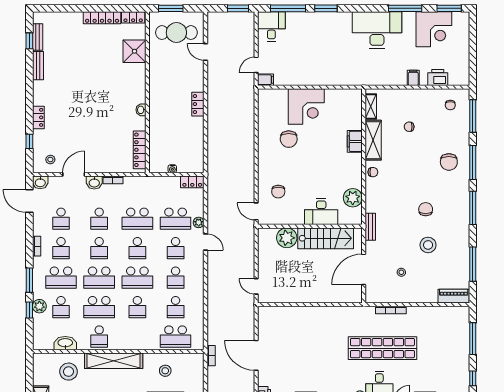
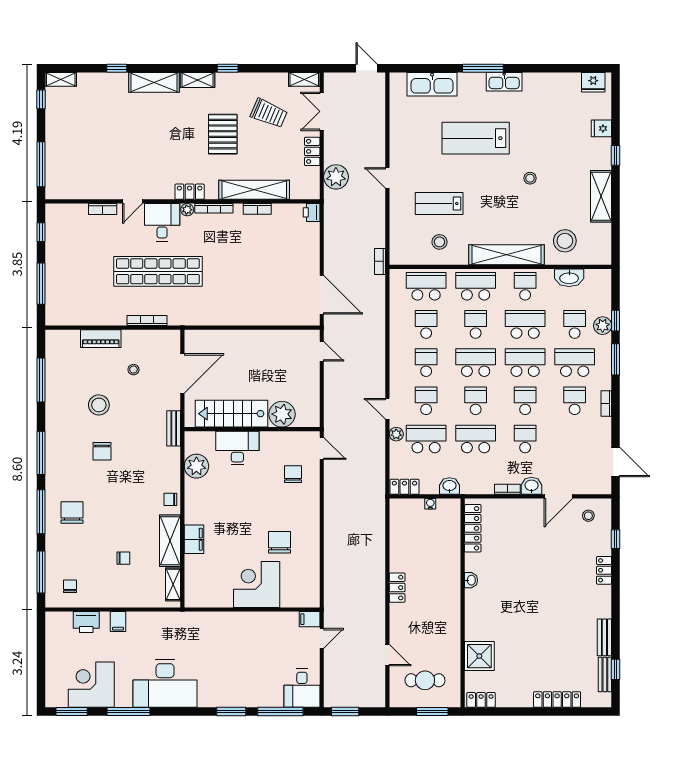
locker: (102, 18) -> (557, 699), moved
cafe table: (176, 33) -> (425, 680), width x0.73, depth x0.74
washbasin: (40, 182) -> (449, 486), moved
school desk: (61, 219) -> (476, 286), moved, width x1.85
piano: (454, 296) -> (101, 339), moved
door: (256, 355) -> (322, 295), moved

